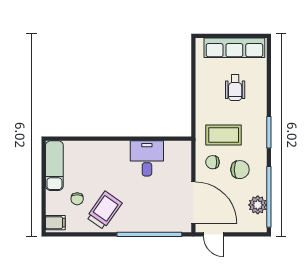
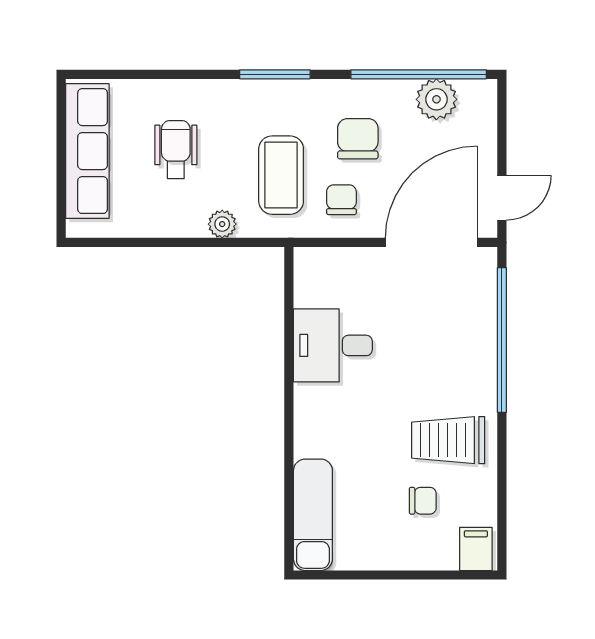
wheelchair: (235, 88) -> (176, 150), turned -90
plant: (202, 108) -> (222, 224), added
chair: (213, 162) -> (341, 200), turned 180
exam couch: (54, 166) -> (313, 515), moved, turned 90
trolley: (104, 210) -> (448, 440), turned -35

